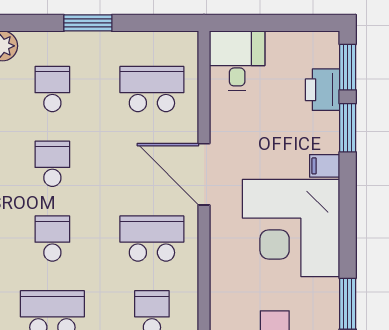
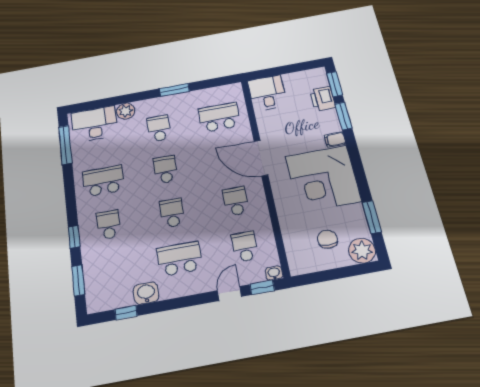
school desk: (152, 239) -> (236, 201), width x0.54

